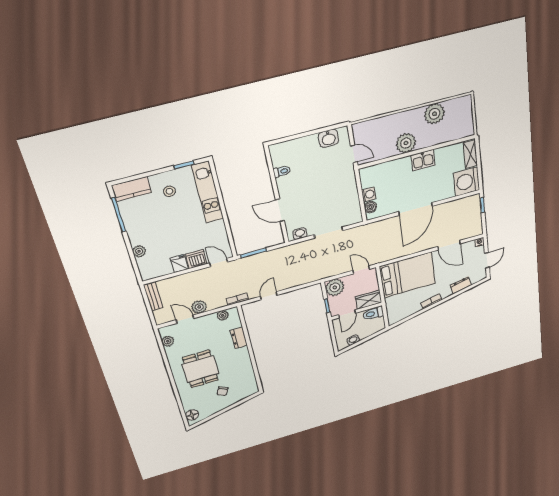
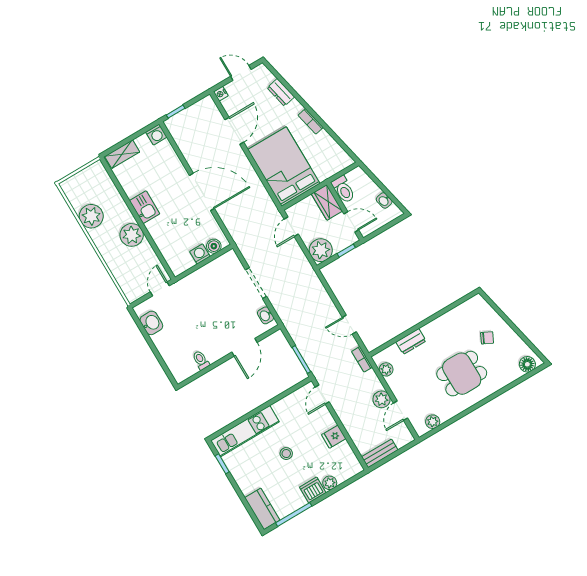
washing machine: (467, 182) -> (156, 135), width x0.53, depth x0.53
stool: (169, 191) -> (286, 454), moved
dishwasher: (196, 259) -> (313, 490), moved, turned 90

